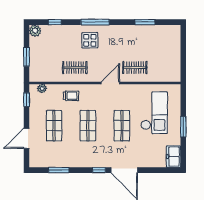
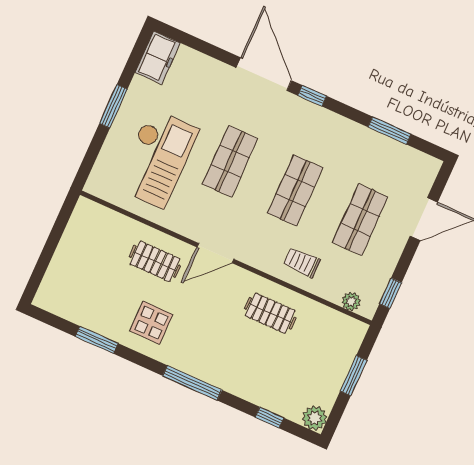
display table: (90, 40) -> (151, 323), moved
checkout: (154, 113) -> (157, 158), turned 180

